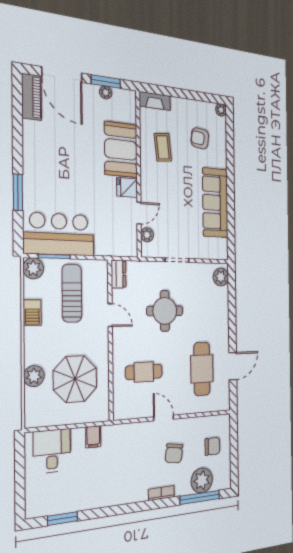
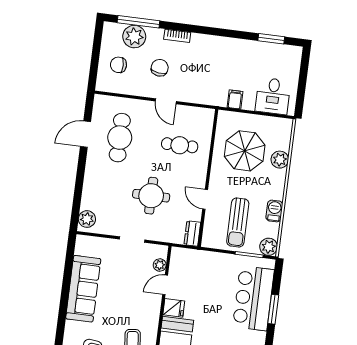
bar counter: (59, 234) -> (253, 298), moved, turned 90

